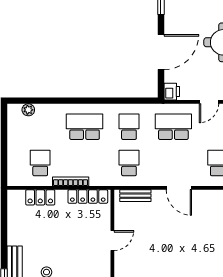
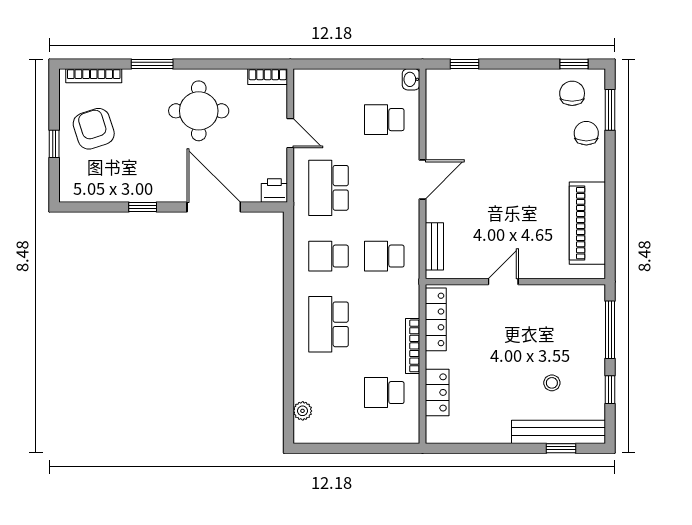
door: (112, 240) -> (503, 282), hinge flipped

